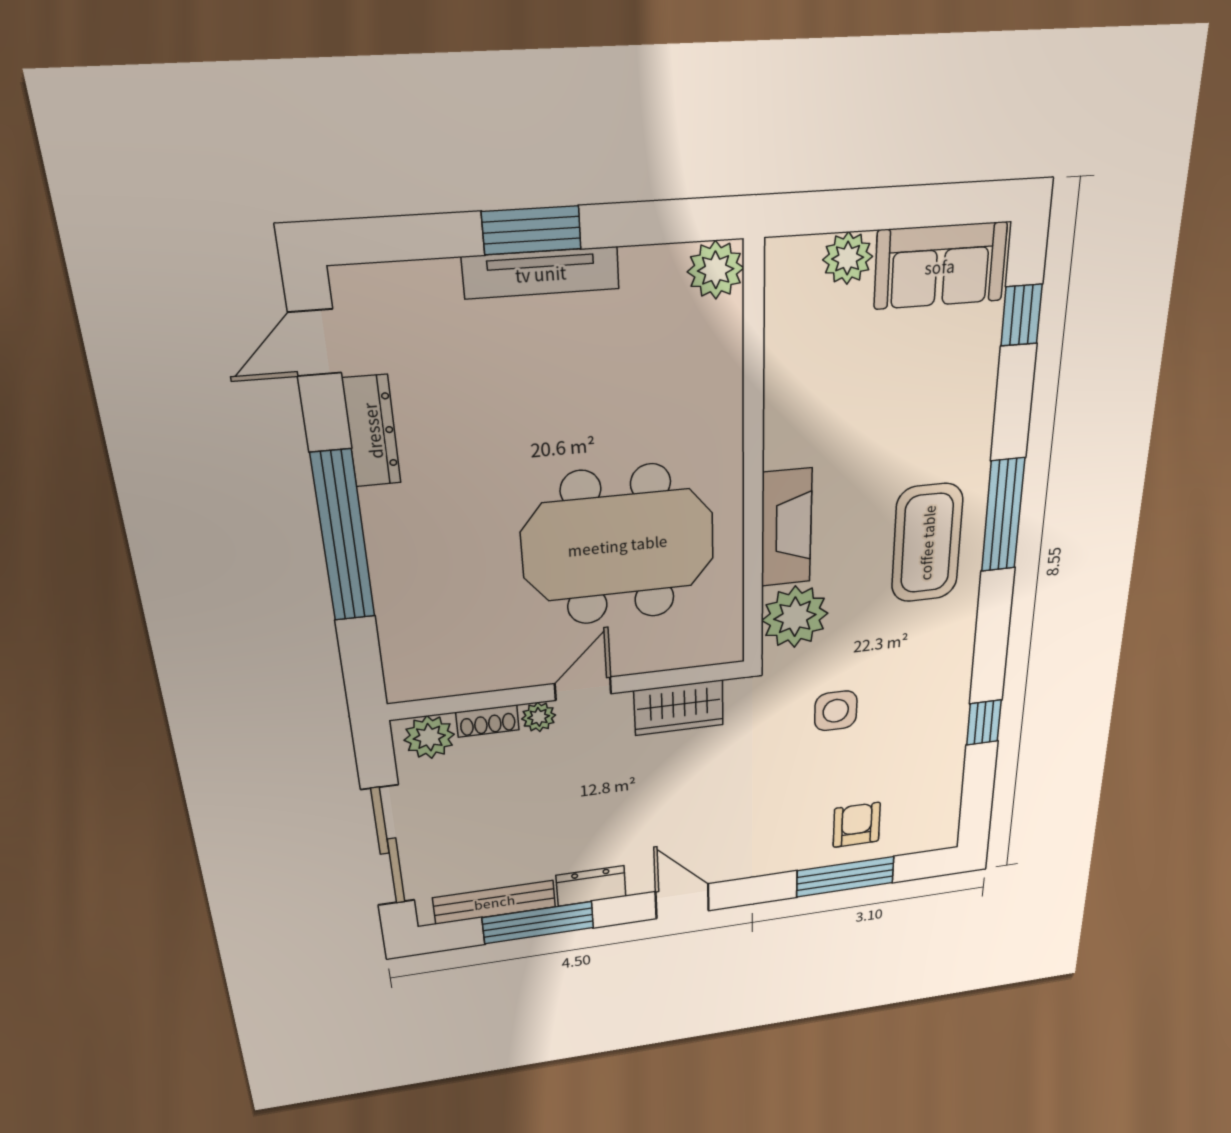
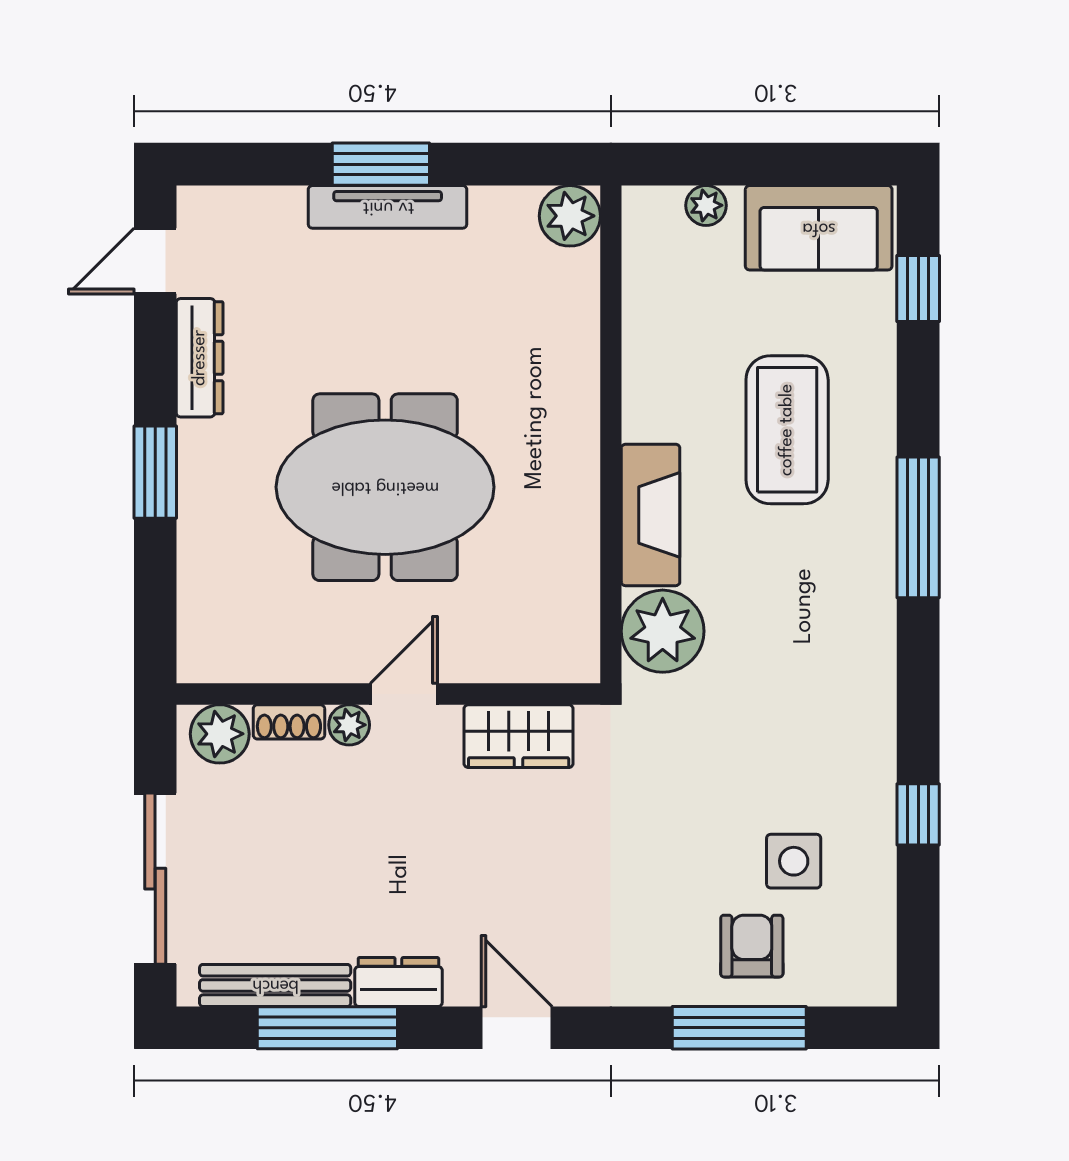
plant: (848, 258) -> (706, 205), width x0.73, depth x0.73
window: (343, 537) -> (155, 472), width x0.47
coffee table: (927, 543) -> (787, 430), moved
meeting table: (618, 545) -> (385, 487), moved
side table: (836, 711) -> (794, 861), moved

